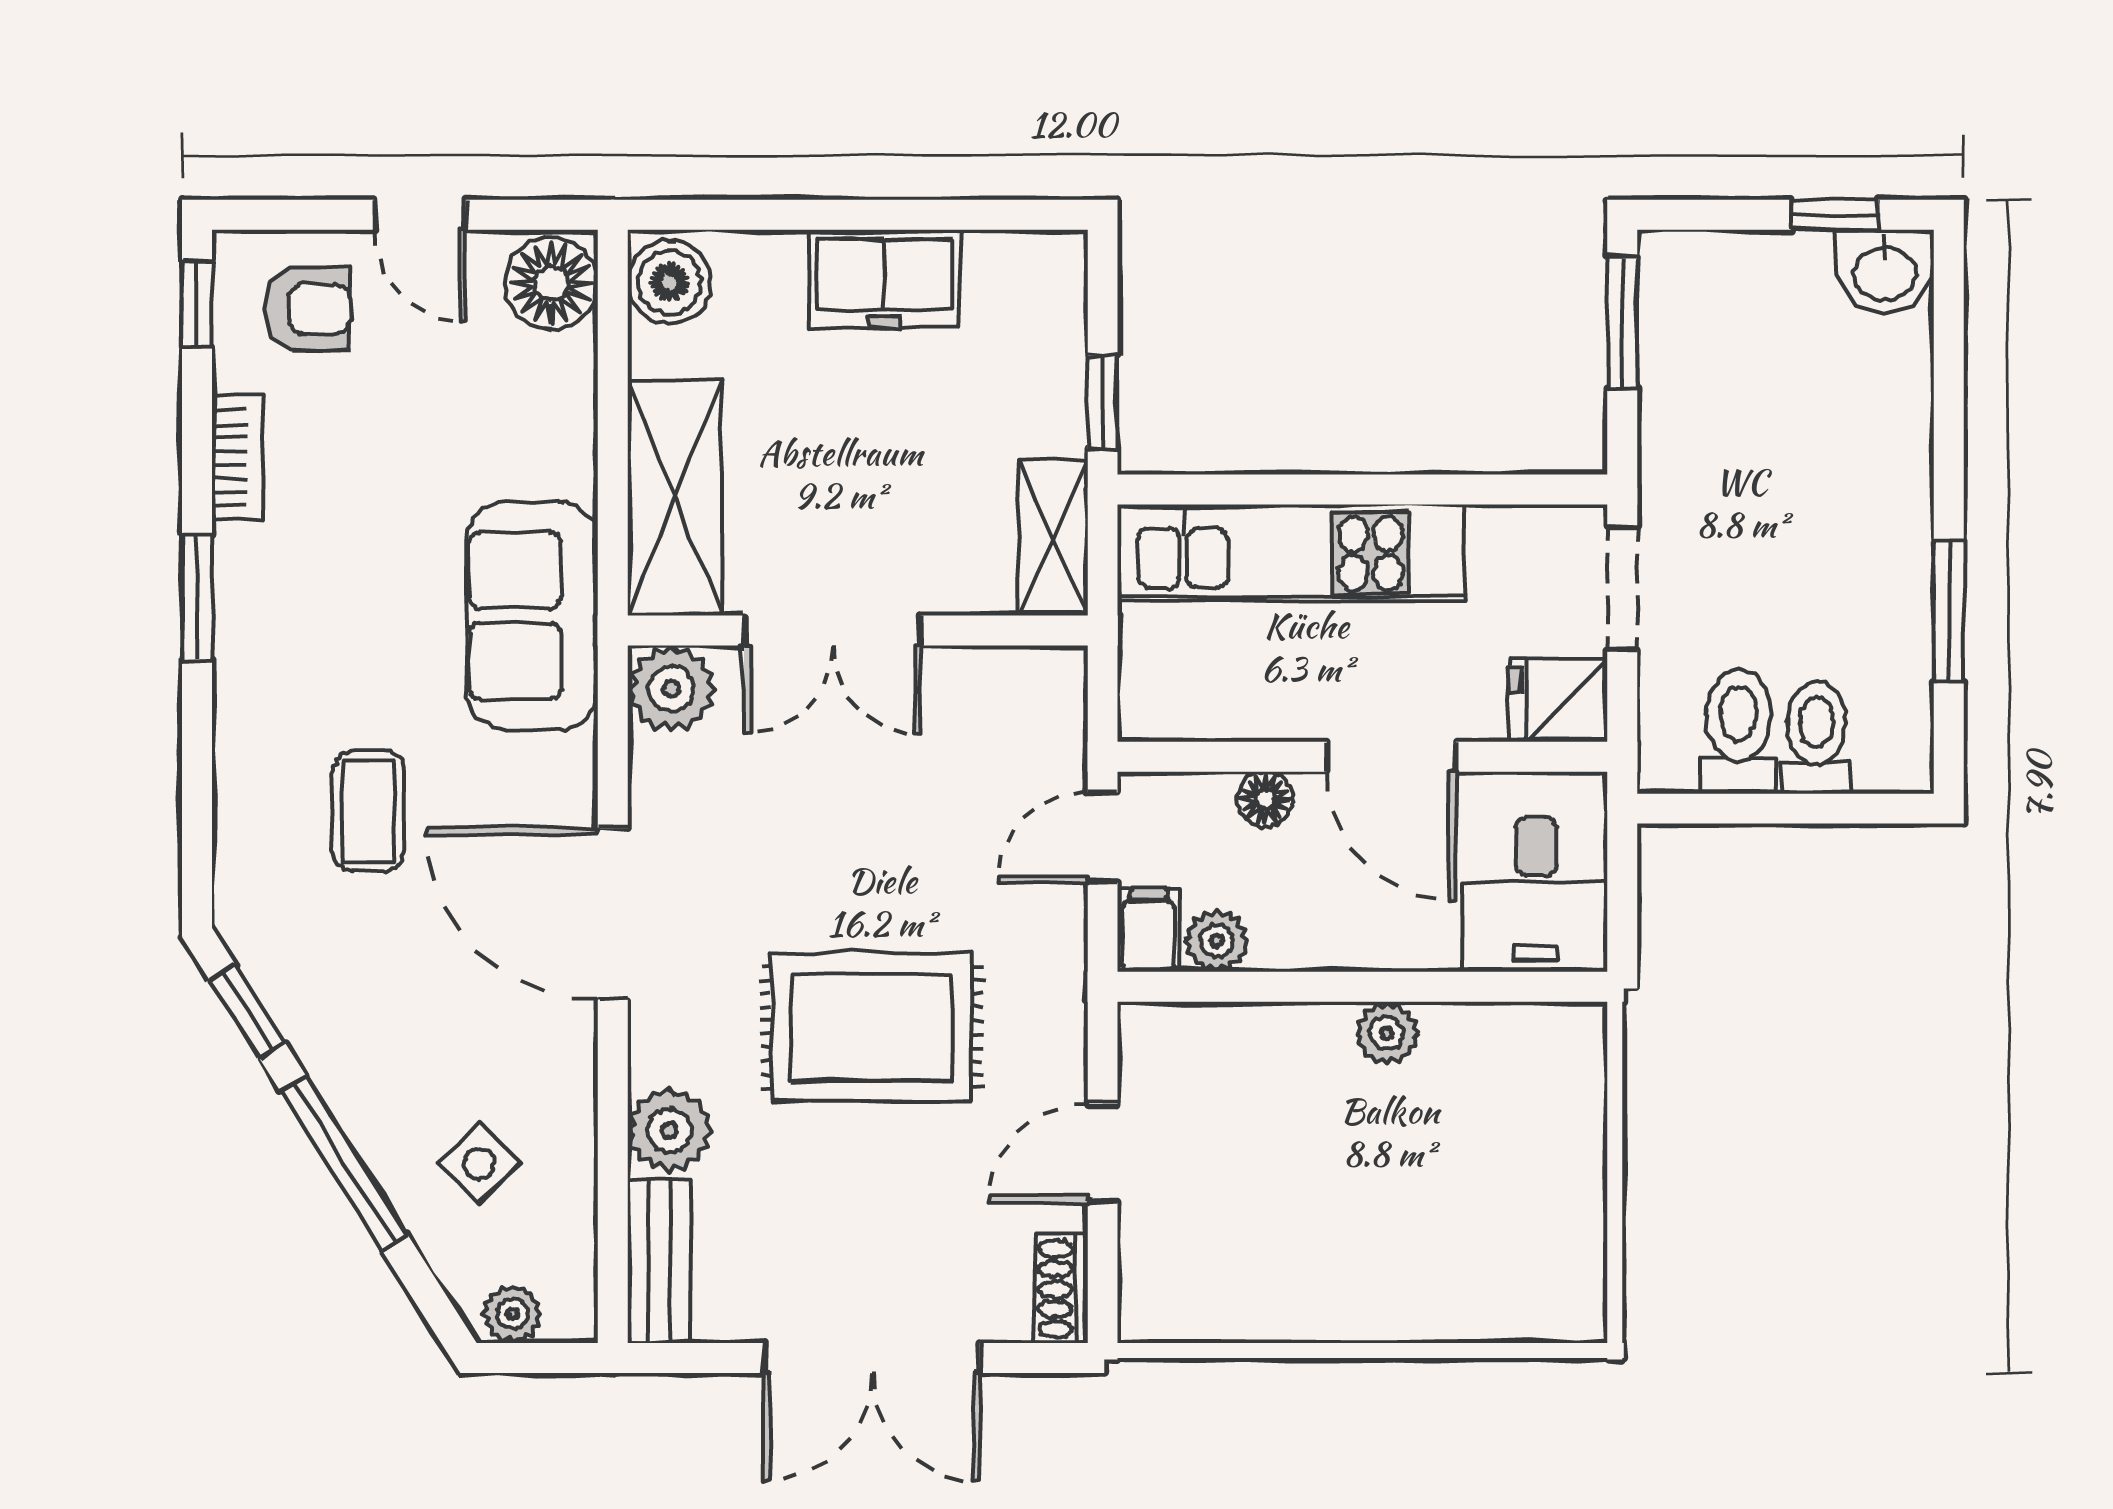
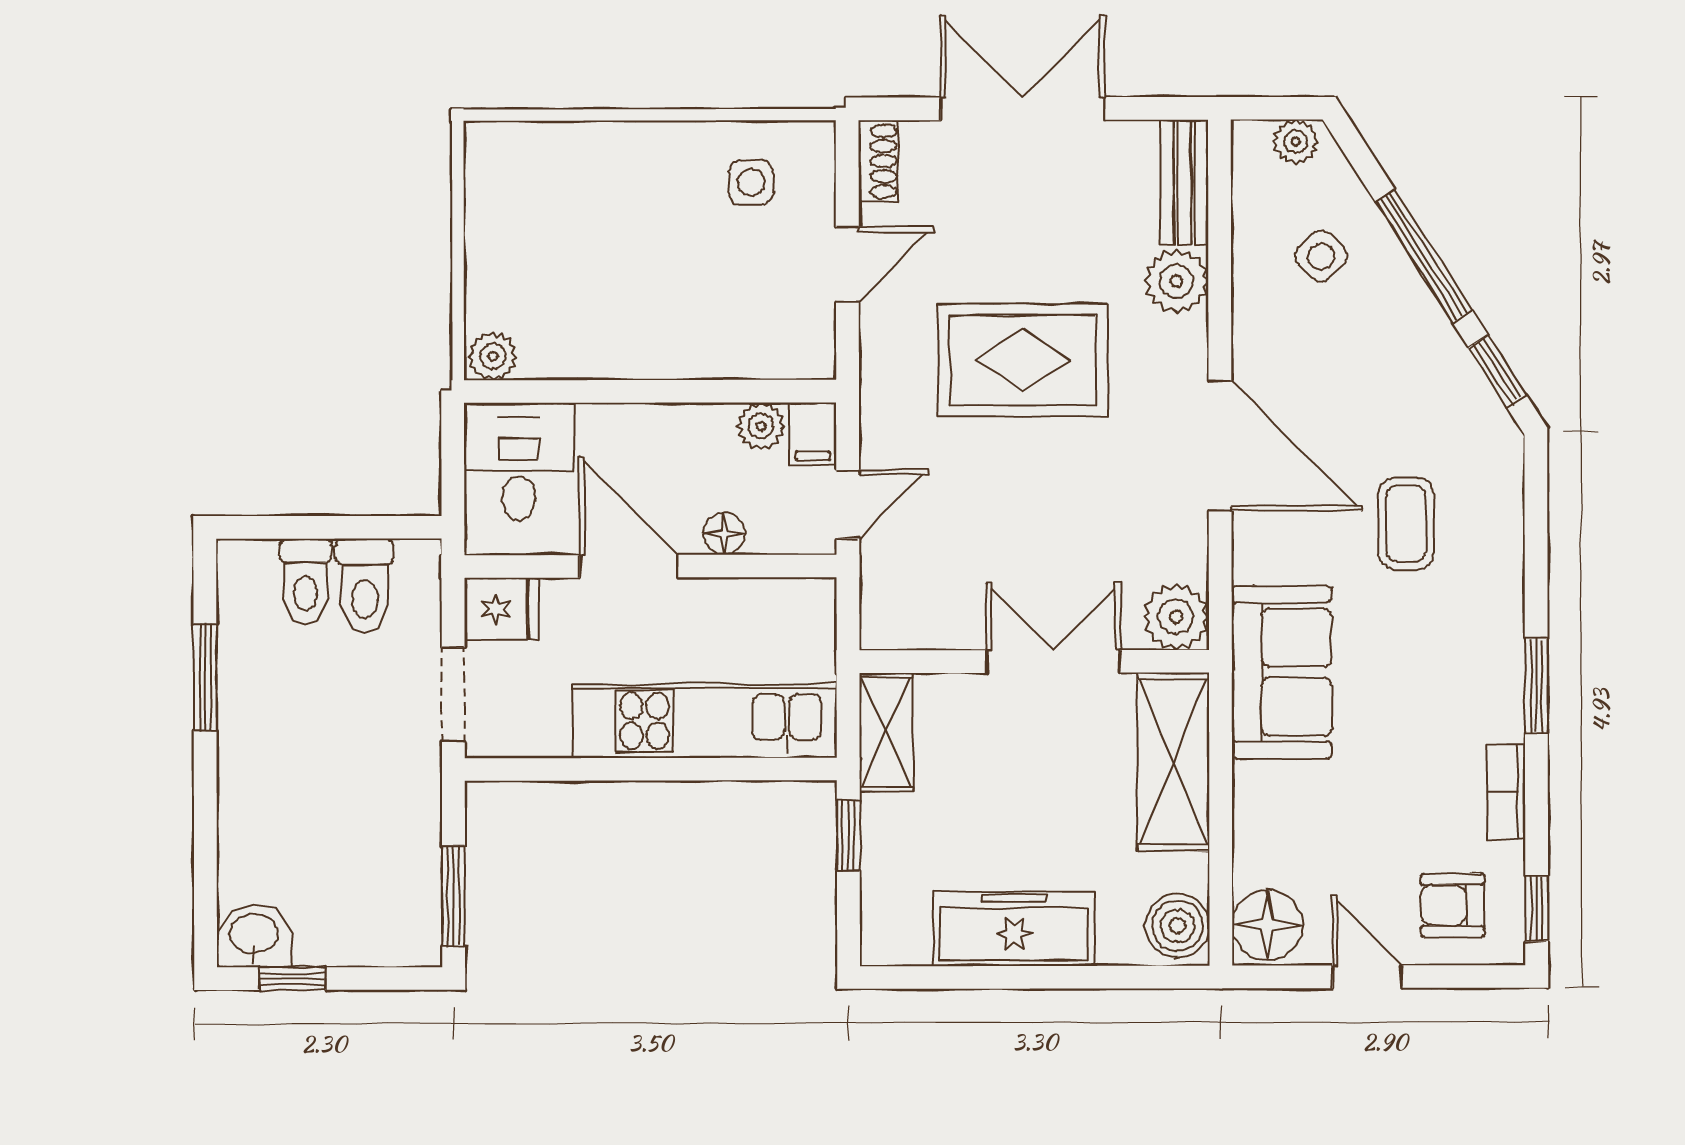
freezer: (885, 279) -> (1014, 929), width x1.40
plant: (1387, 1033) -> (493, 356), moved
side table: (1229, 1261) -> (751, 183), added

